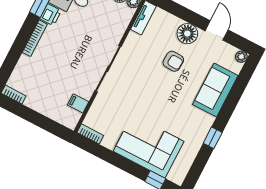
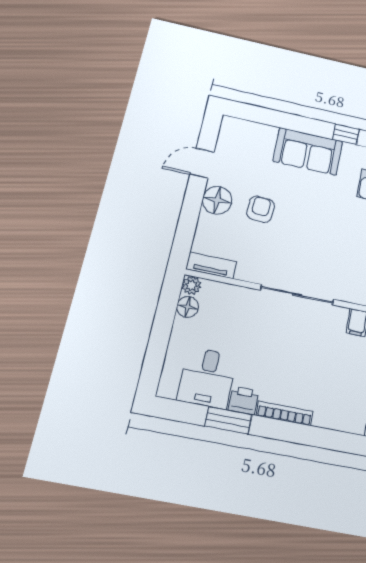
plant: (241, 57) -> (229, 123), removed
sofa: (215, 90) -> (308, 151), moved

